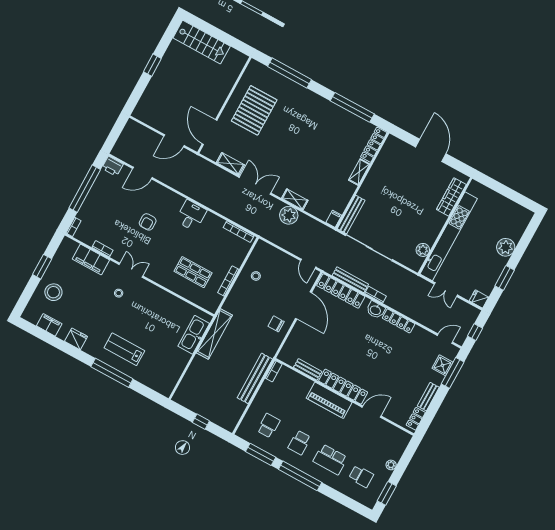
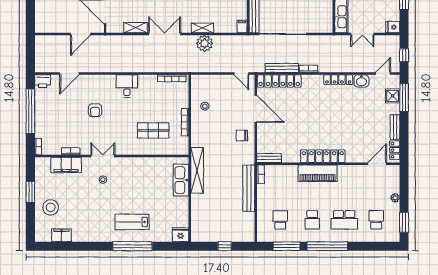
plant: (423, 250) -> (327, 12), removed
washbasin: (376, 310) -> (361, 81), moved
fridge: (76, 339) -> (180, 235), moved
bench: (308, 369) -> (269, 158), moved
door: (372, 412) -> (377, 164), moved
school desk: (361, 476) -> (376, 220), turned -90

